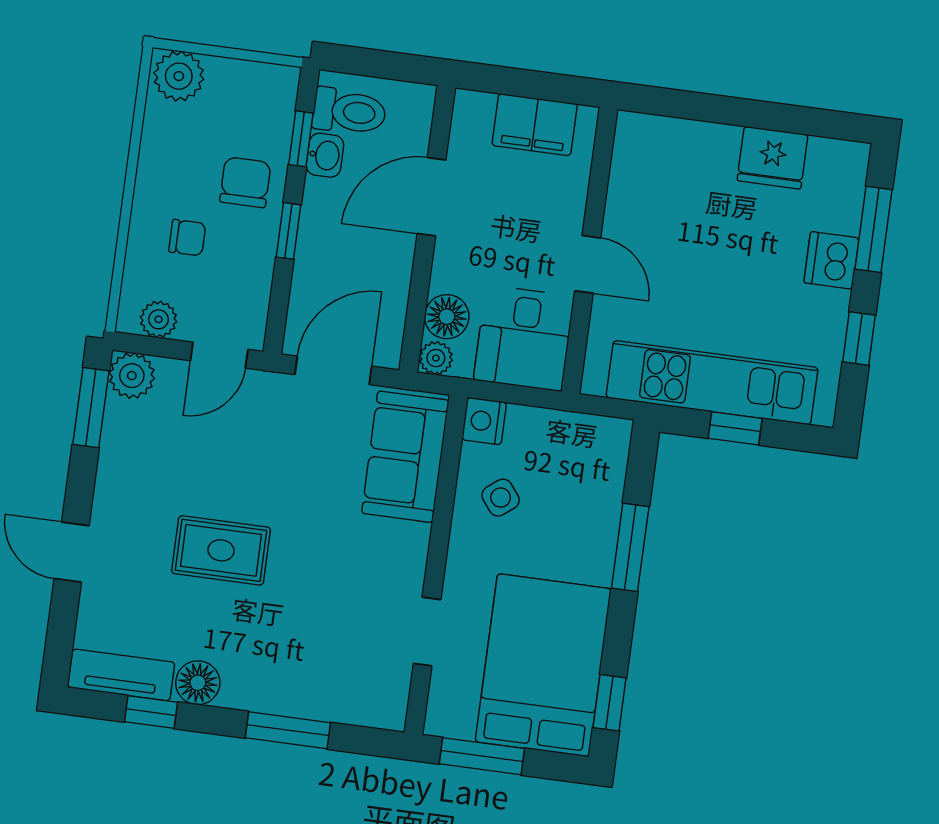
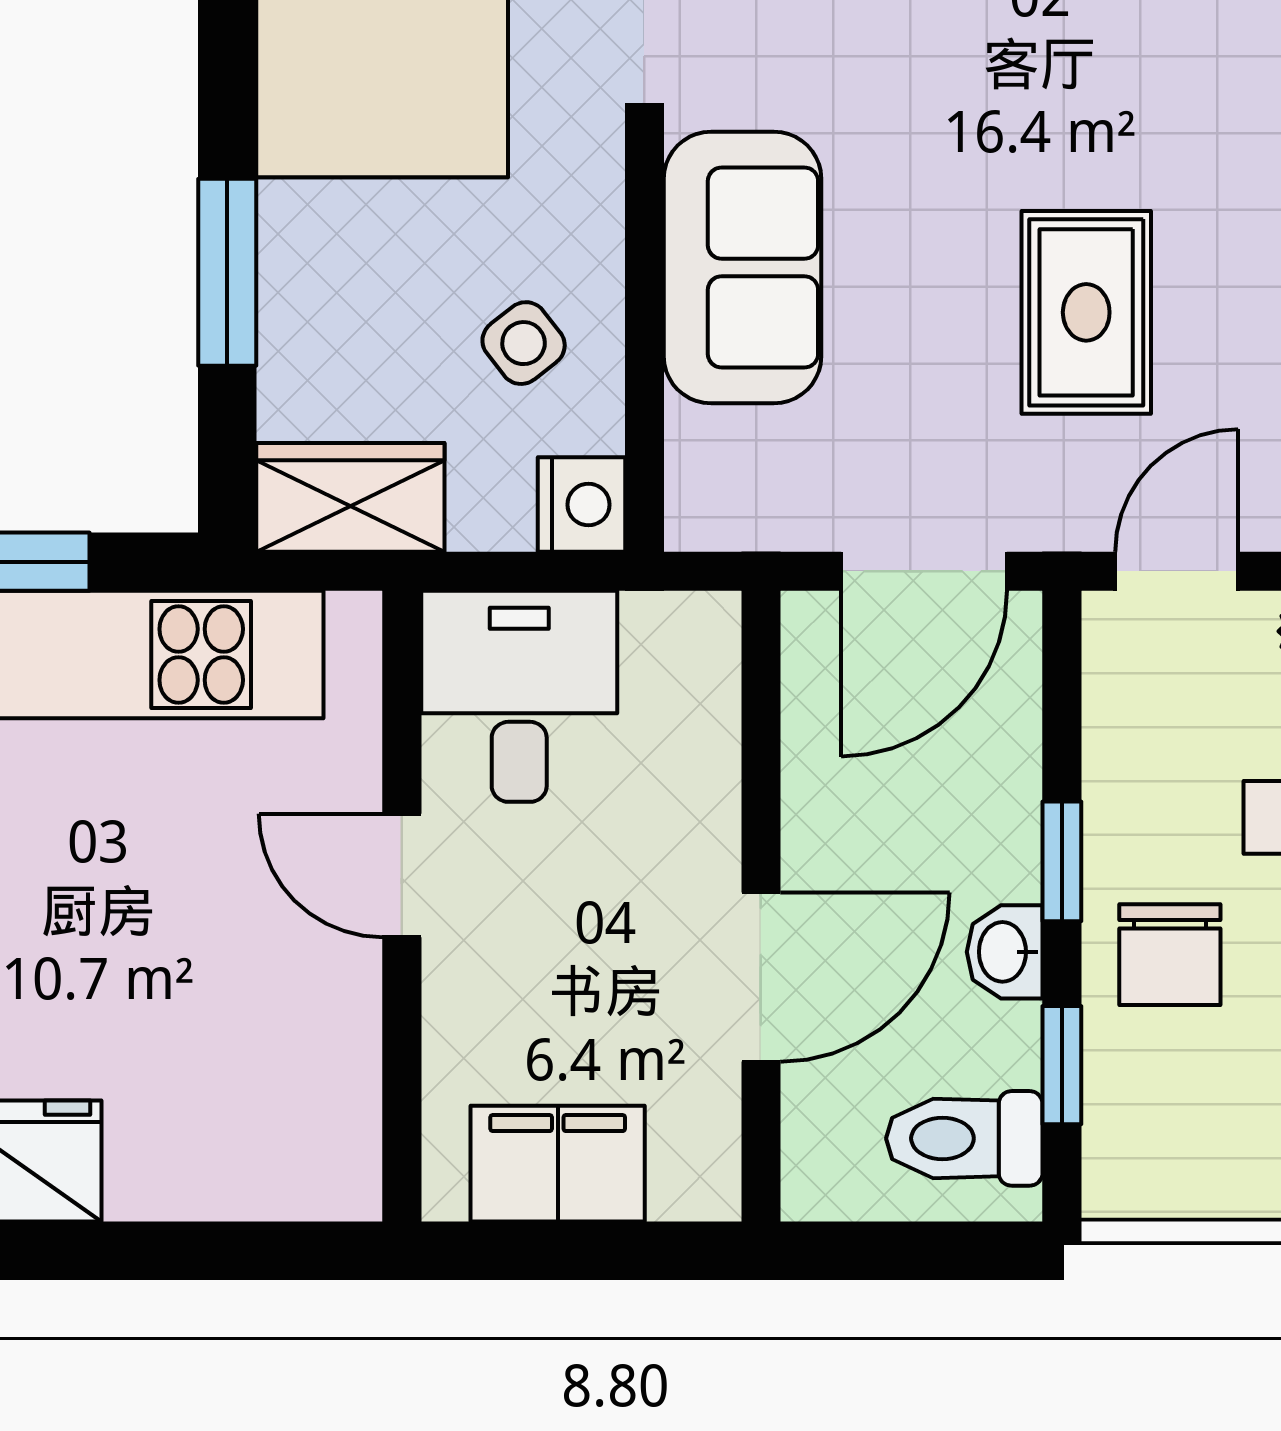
washbasin: (325, 155) -> (1005, 952), moved
floor lamp: (447, 317) -> (693, 721), removed
plant: (436, 358) -> (705, 628), removed
wardrobe: (588, 438) -> (350, 497), added
sofa: (405, 457) -> (743, 268), moved
rug: (221, 550) -> (1086, 312), moved, turned 90

